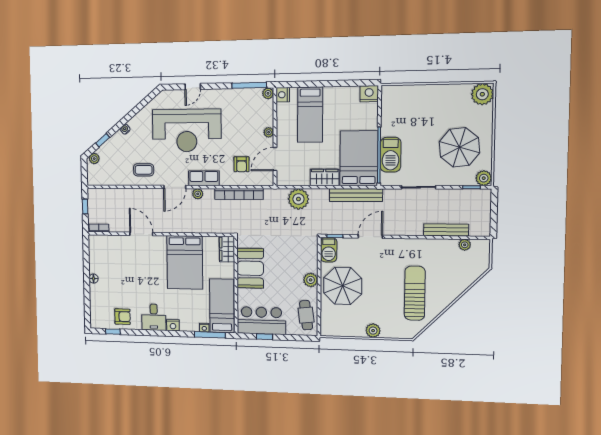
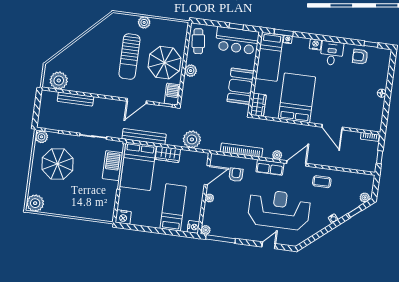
plant: (465, 245) -> (59, 81), width x1.88, depth x1.88
sun lounger: (415, 293) -> (129, 57), moved
window: (210, 335) -> (284, 33), width x0.69

